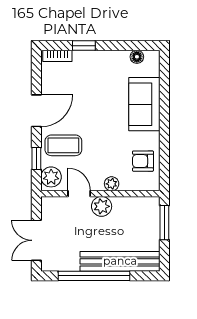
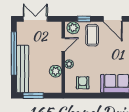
plant: (102, 206) -> (56, 71), moved
window: (164, 223) -> (33, 96), moved

